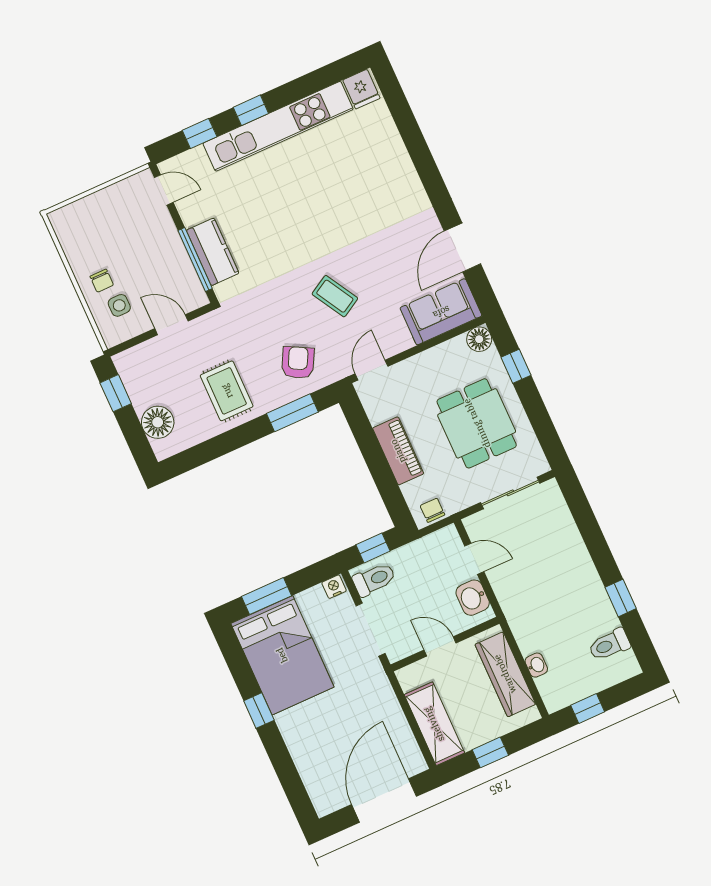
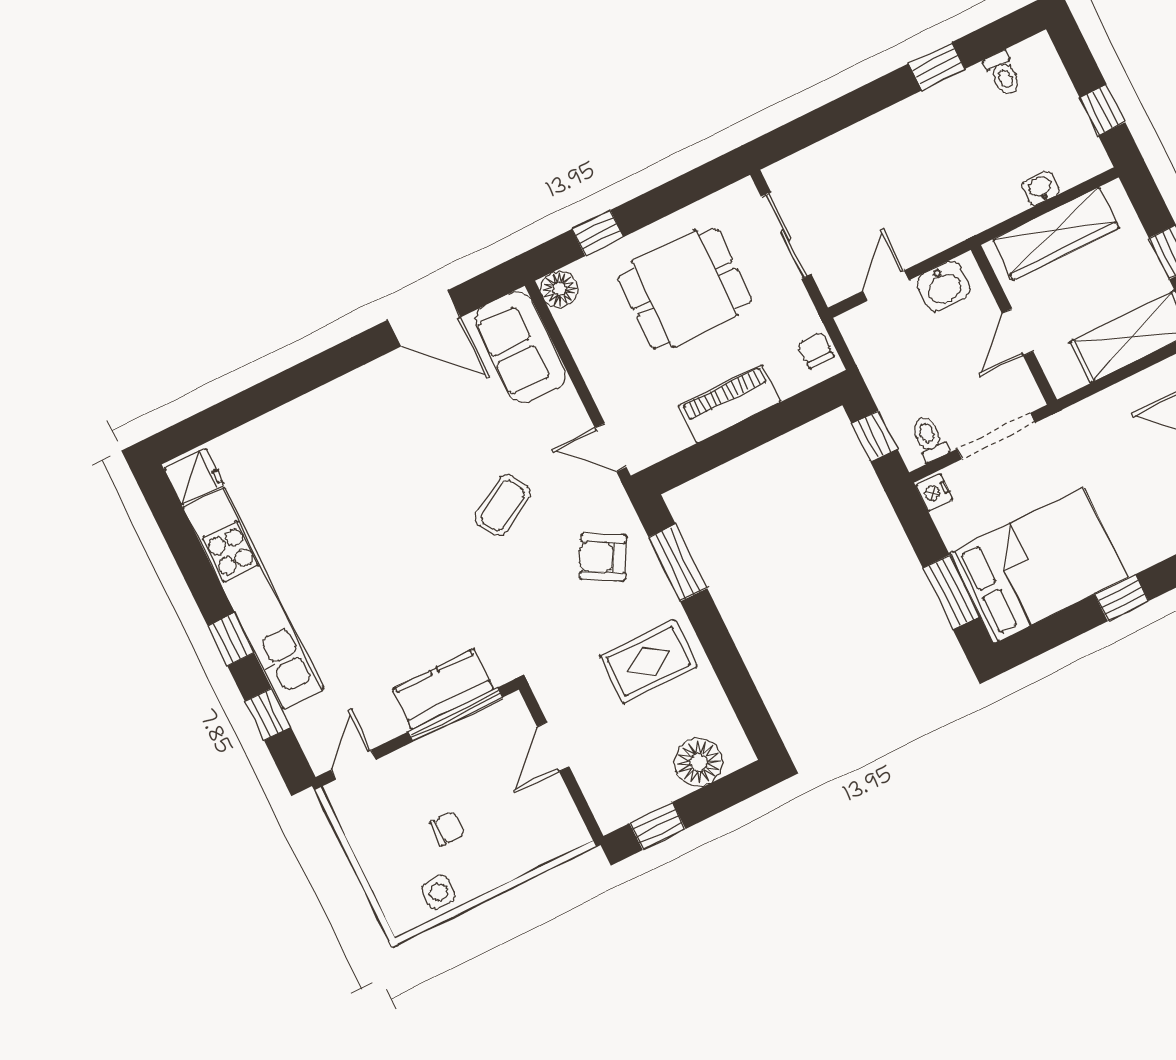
chair: (102, 281) -> (448, 829), moved
side table: (119, 305) -> (439, 892), moved
chair: (432, 510) -> (816, 350), turned 90
toilet: (374, 579) -> (929, 439), width x0.73, depth x0.72
toilet: (609, 645) -> (1003, 74), width x0.73, depth x0.72

